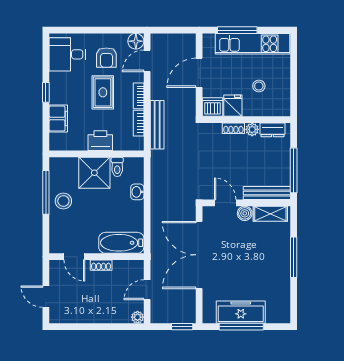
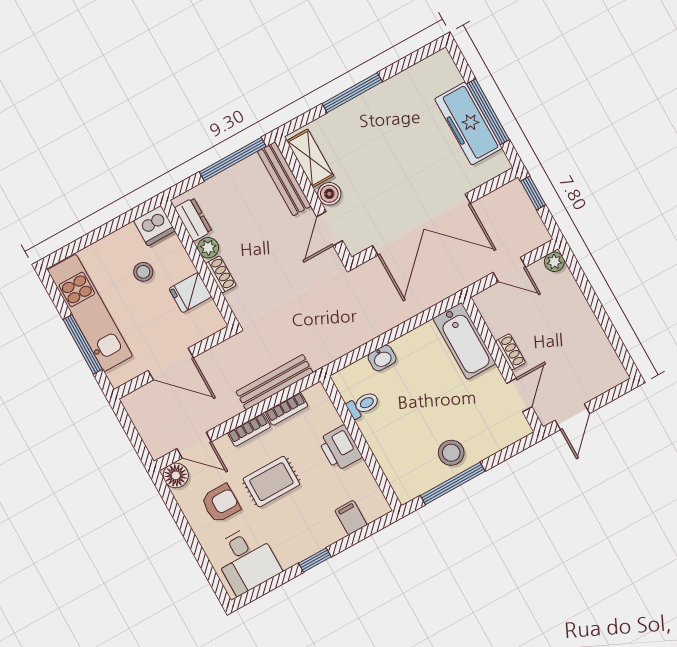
dishwasher: (212, 107) -> (154, 226), moved, turned -90
filing cabinet: (58, 118) -> (351, 518), width x0.50
shower: (94, 173) -> (389, 432), removed
door: (46, 297) -> (572, 417), moved

